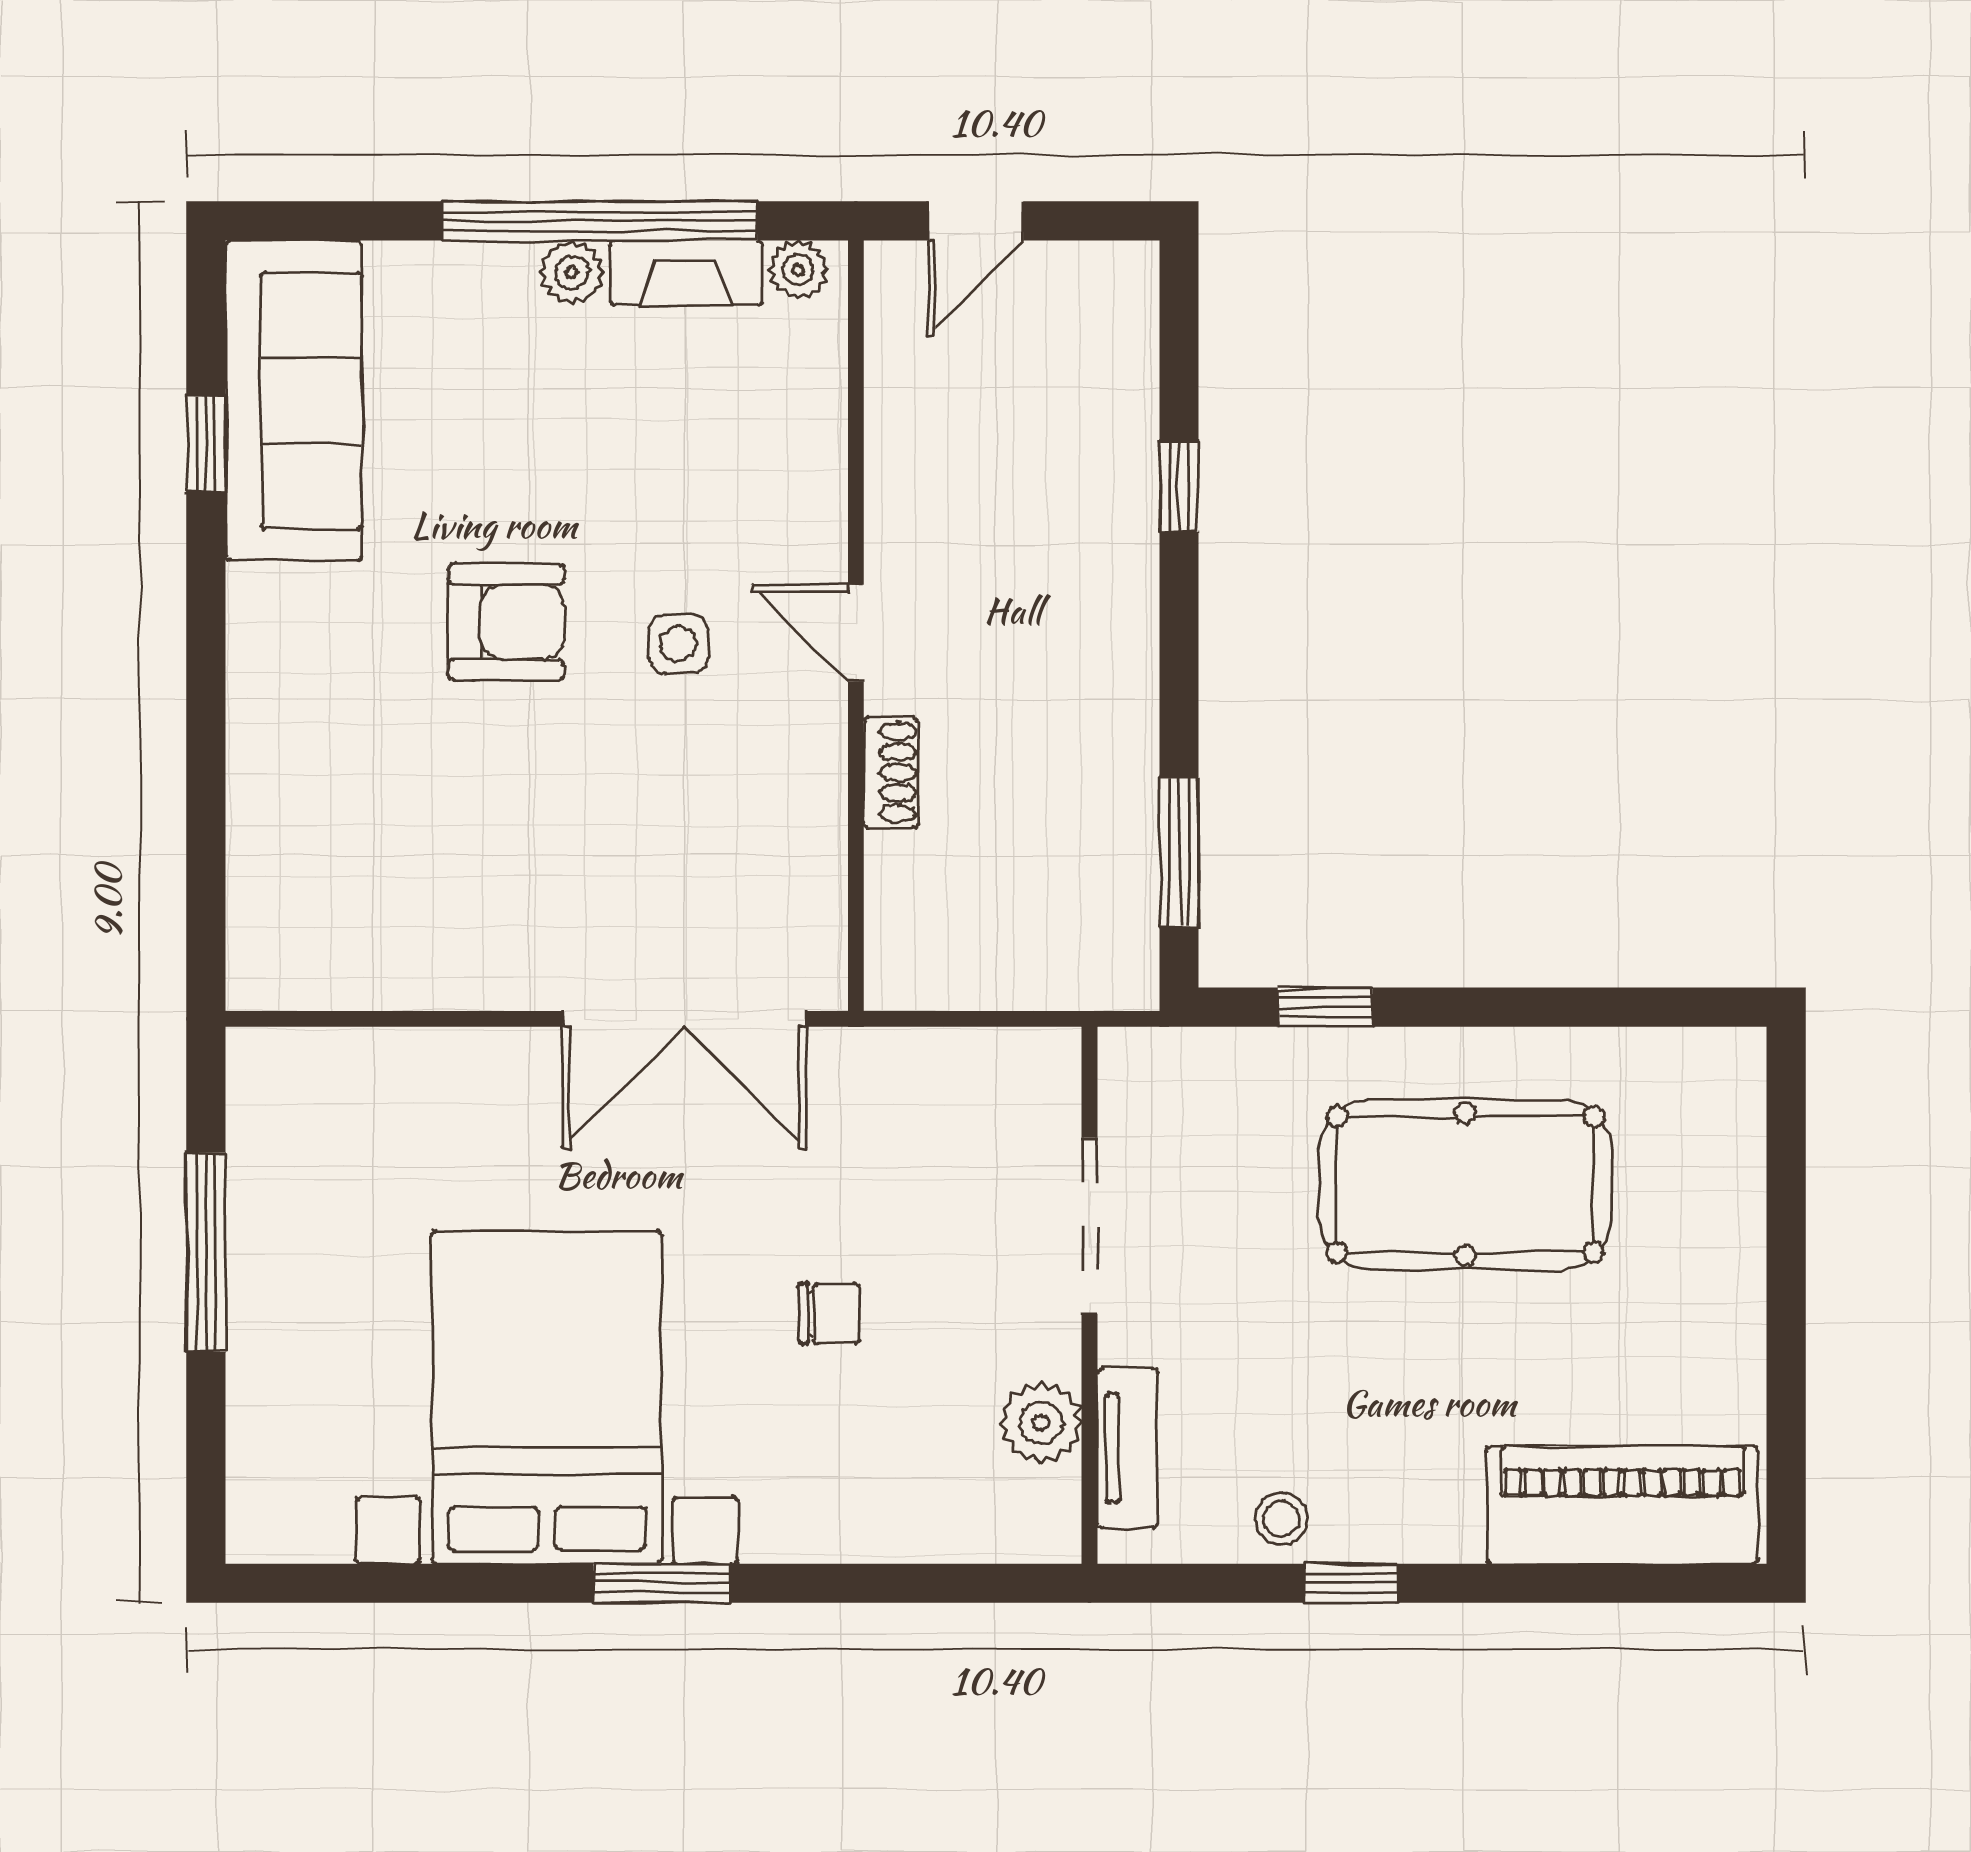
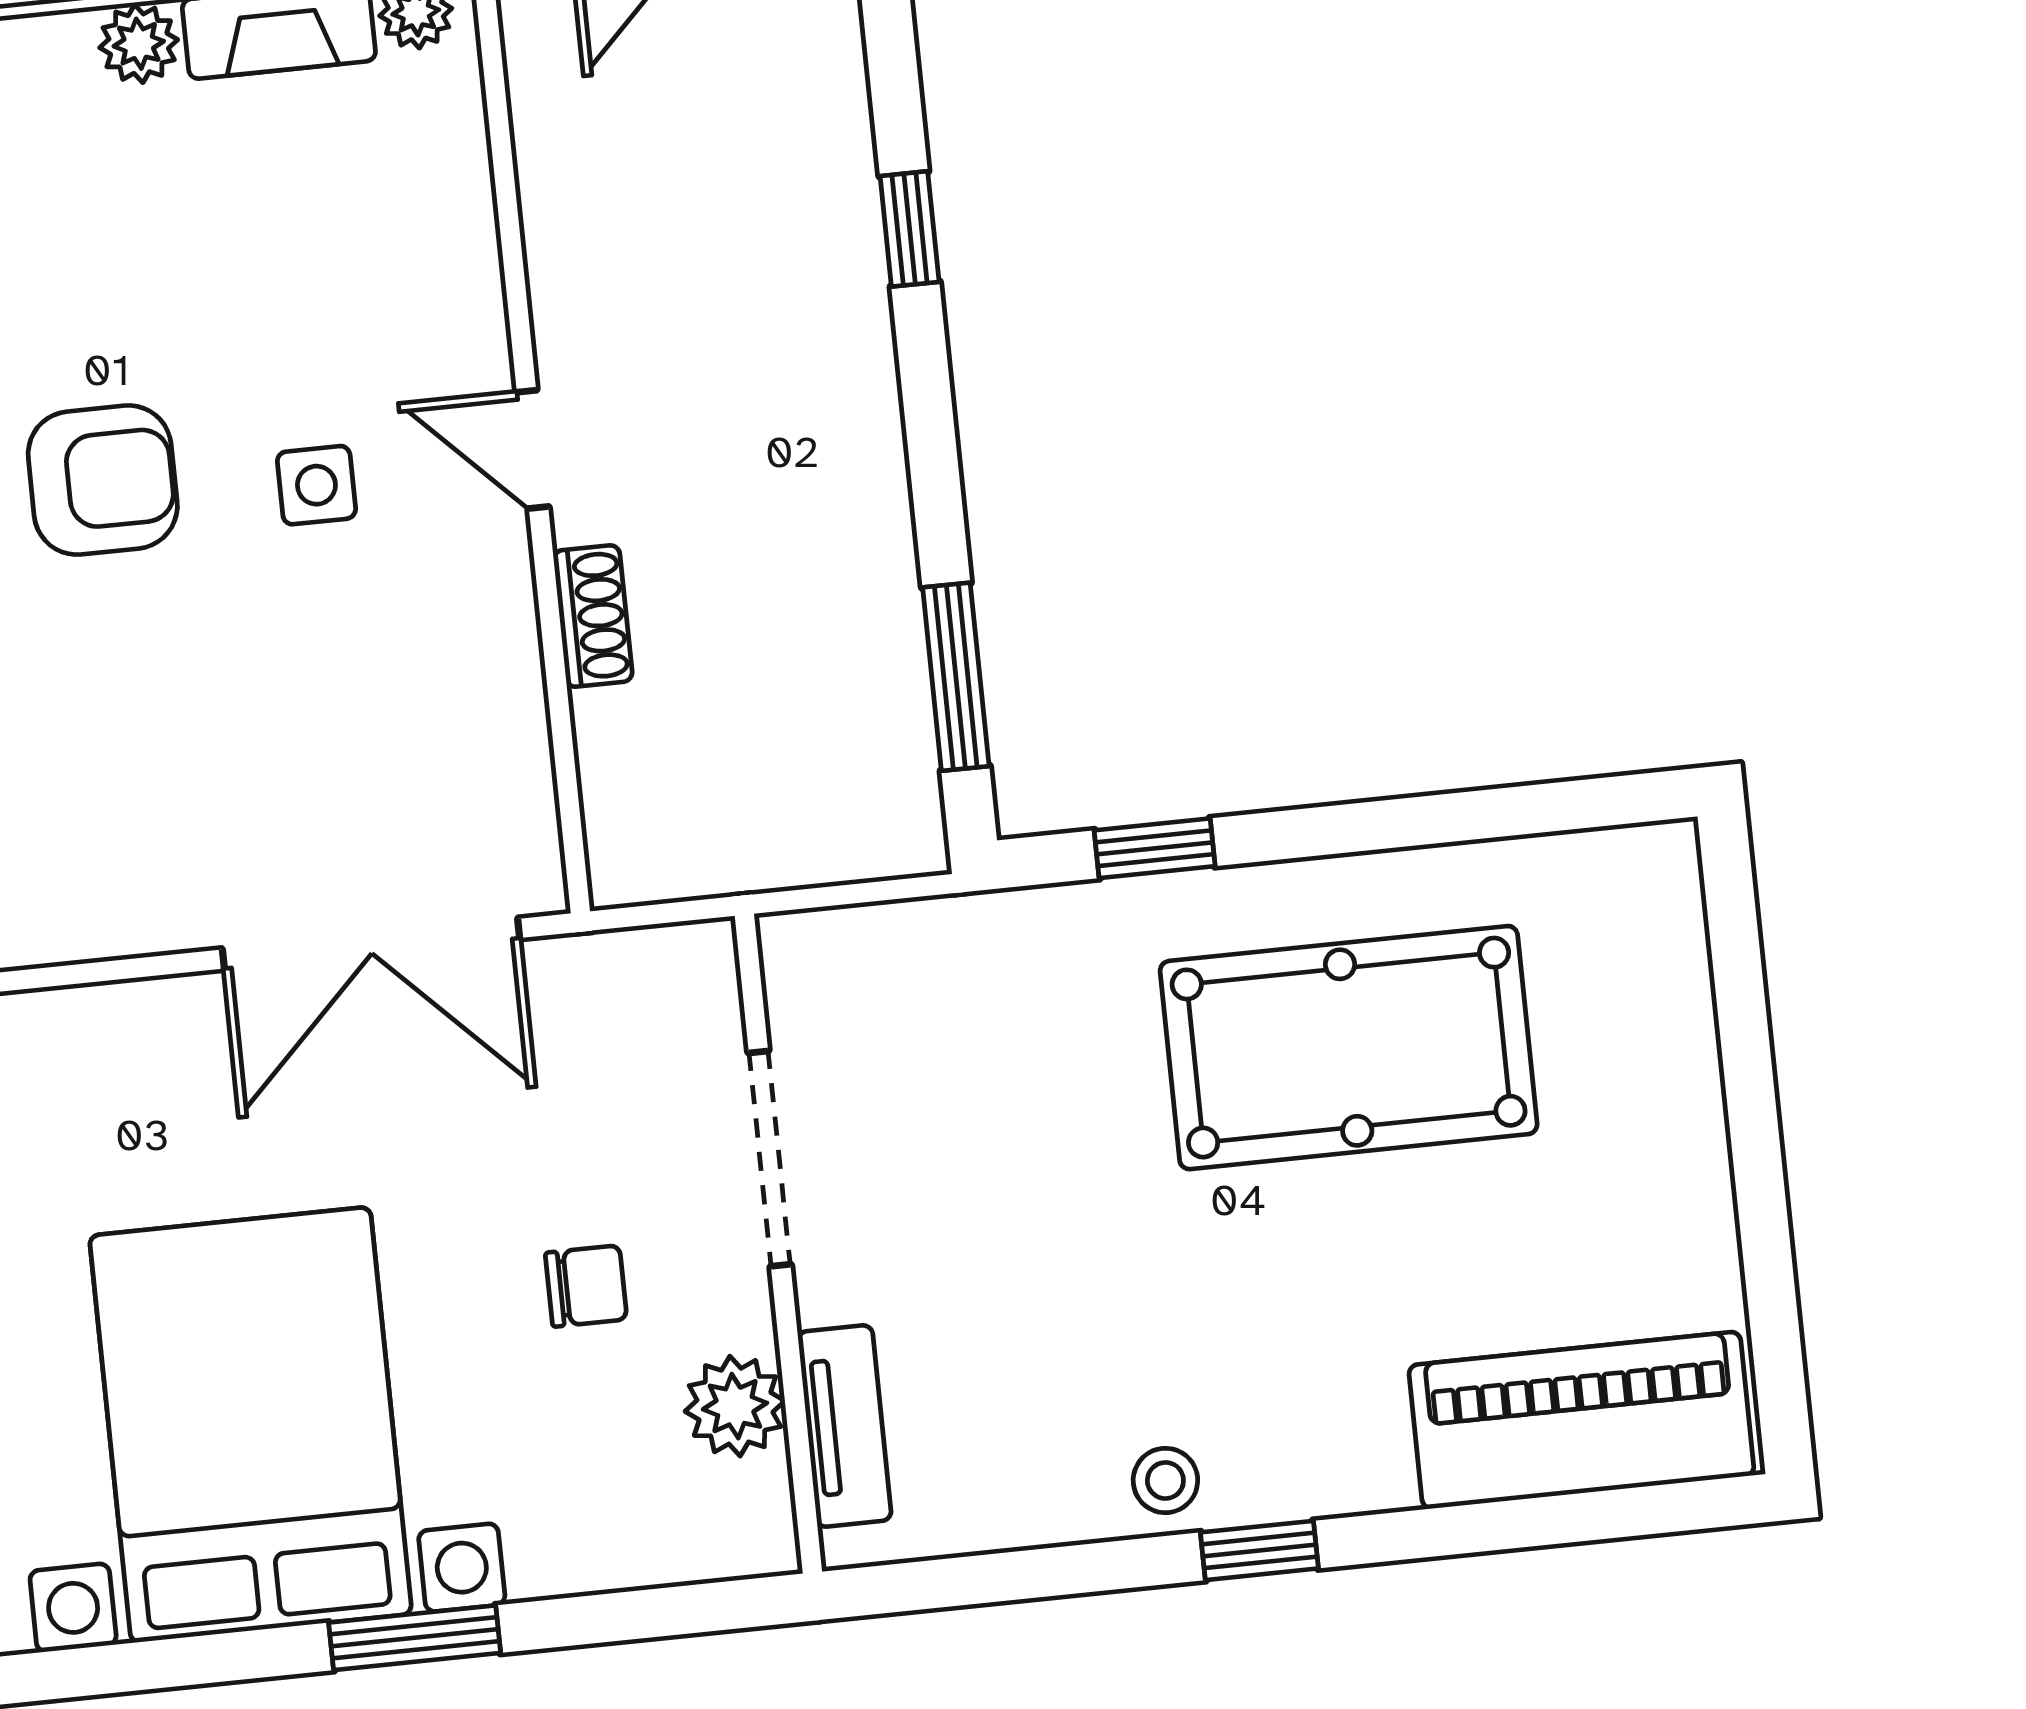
doorway: (1089, 1226) -> (770, 1159), moved
wall: (1089, 1295) -> (778, 1244), moved
plant: (1041, 1423) -> (735, 1406), moved
tv unit: (1128, 1448) -> (845, 1426), moved

